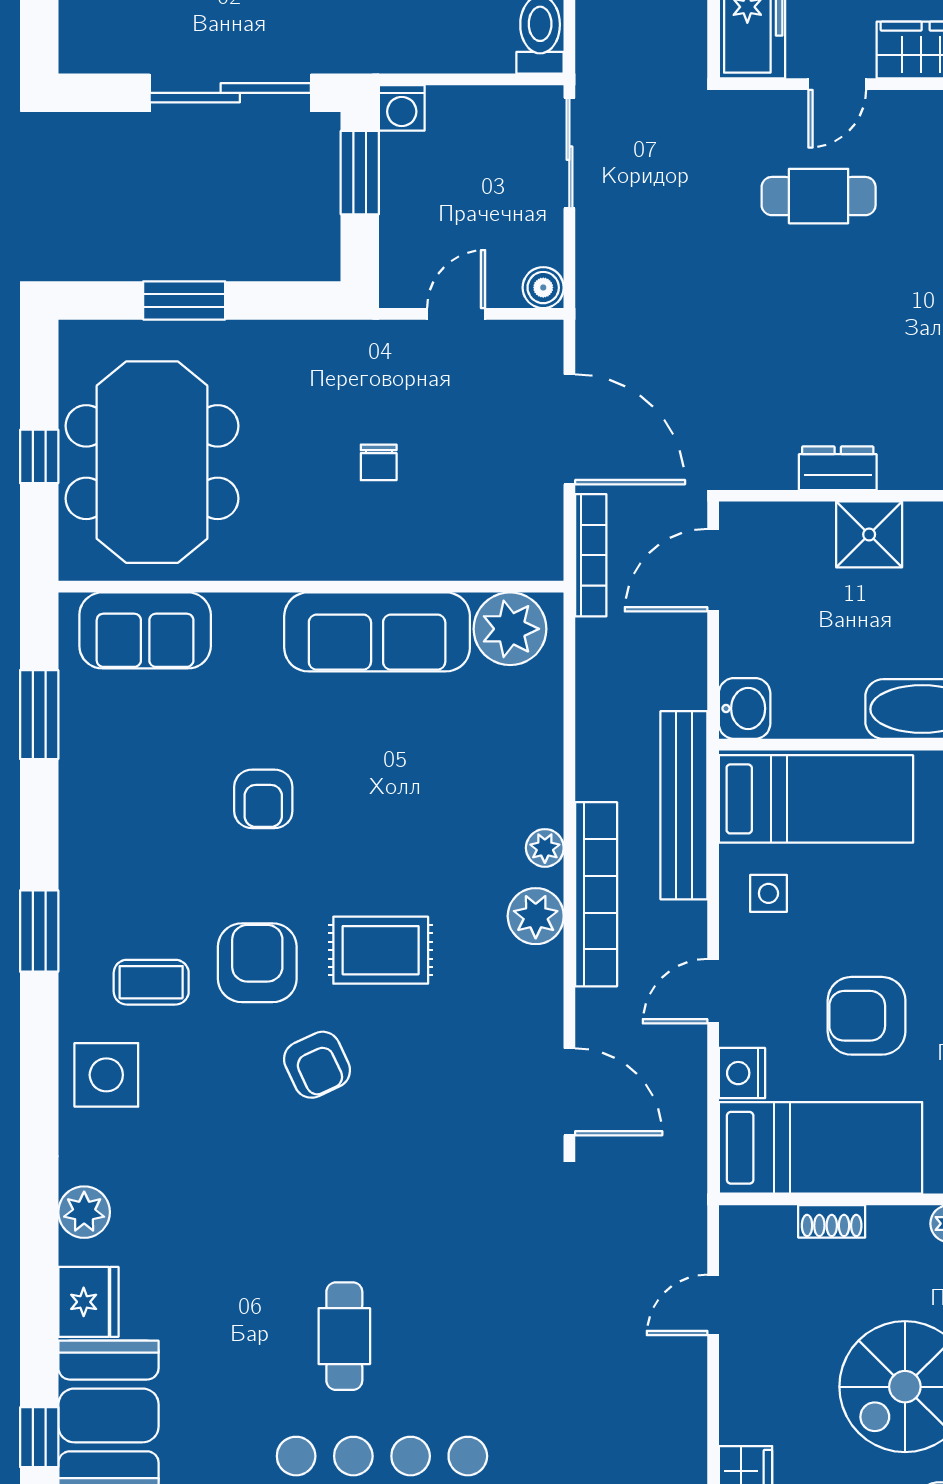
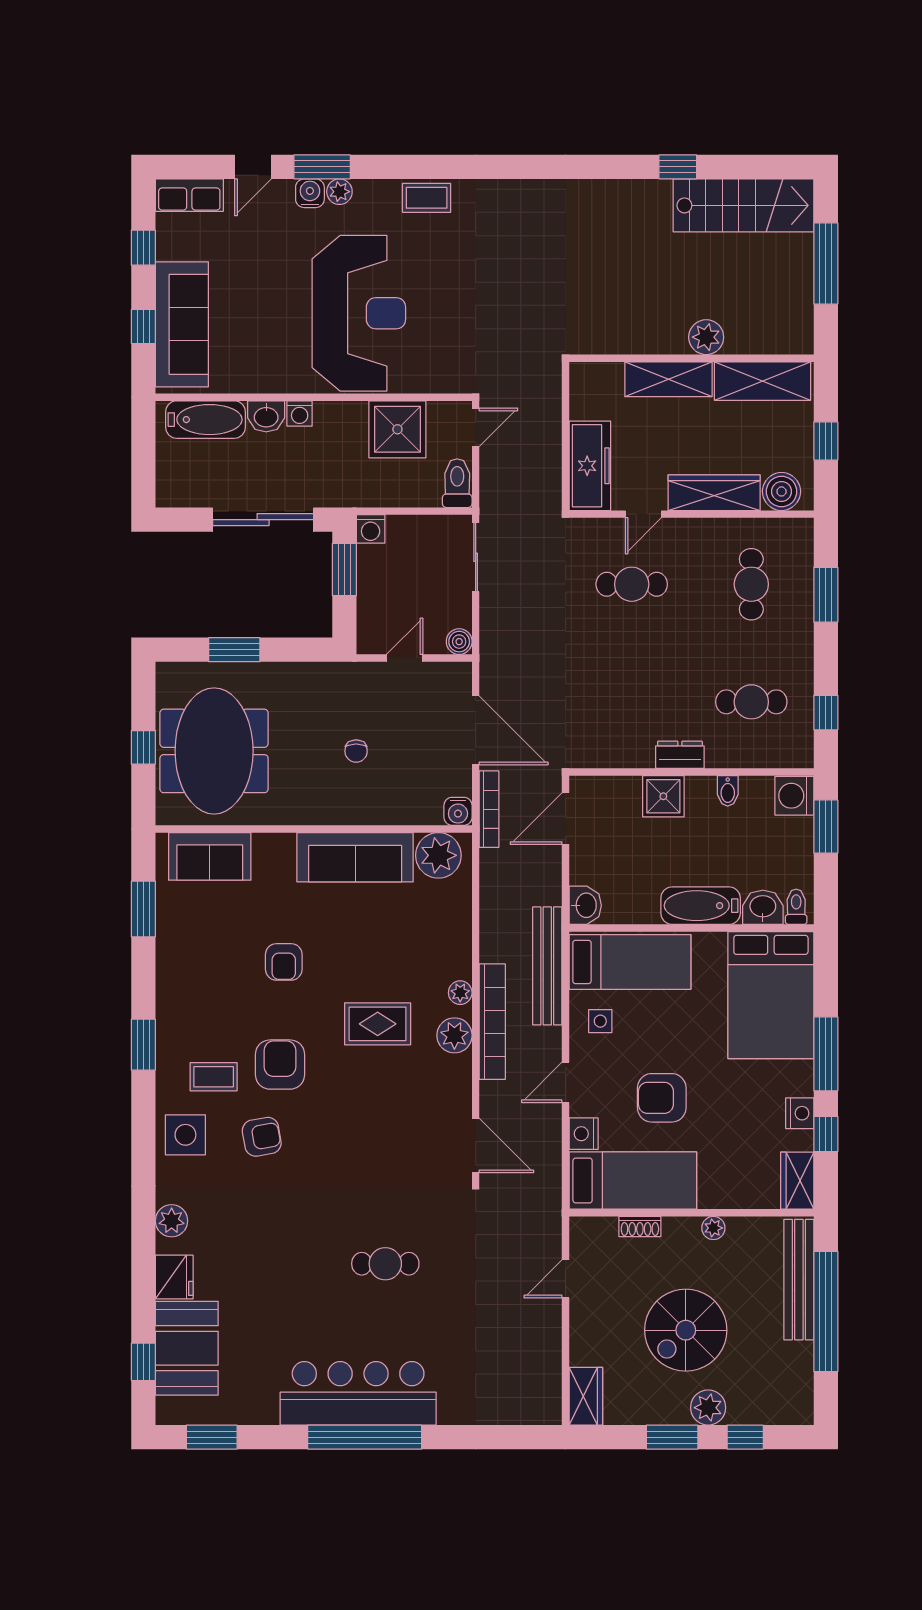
dresser: (838, 468) -> (680, 755), moved
water cooler: (541, 559) -> (458, 811), added
rug: (381, 950) -> (378, 1024), moved
armchair: (317, 1065) -> (262, 1137), moved, turned -75
cafe table: (344, 1336) -> (385, 1264), moved, turned 90

